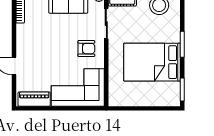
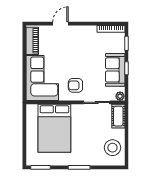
armchair: (86, 49) -> (75, 85), turned 90
bed: (152, 62) -> (54, 128), moved, turned 180

